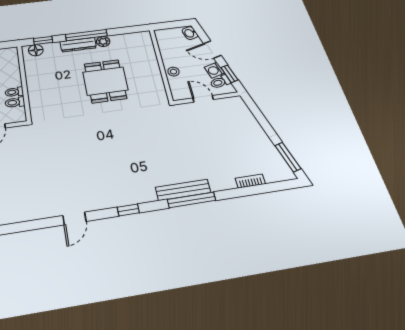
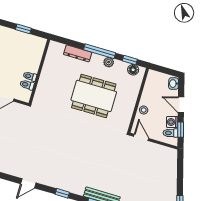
window: (43, 40) -> (130, 60), moved
dresser: (78, 45) -> (78, 53), moved
floor lamp: (36, 50) -> (133, 70), moved
dining table: (105, 81) -> (94, 96), width x1.38
door: (203, 99) -> (141, 137), moved

